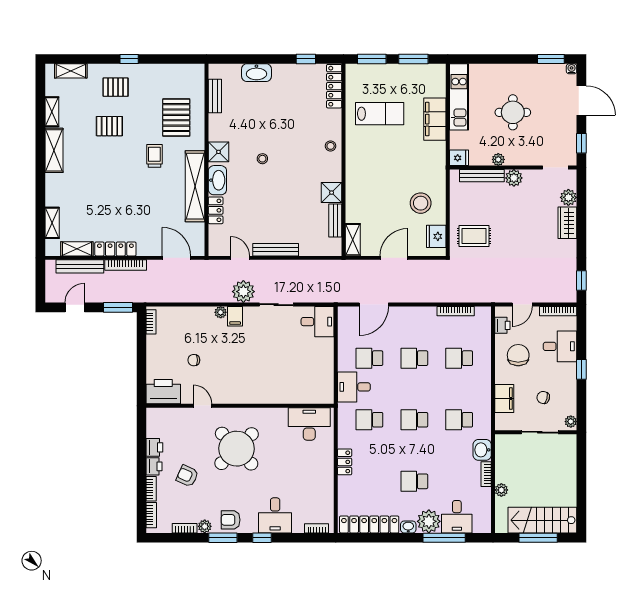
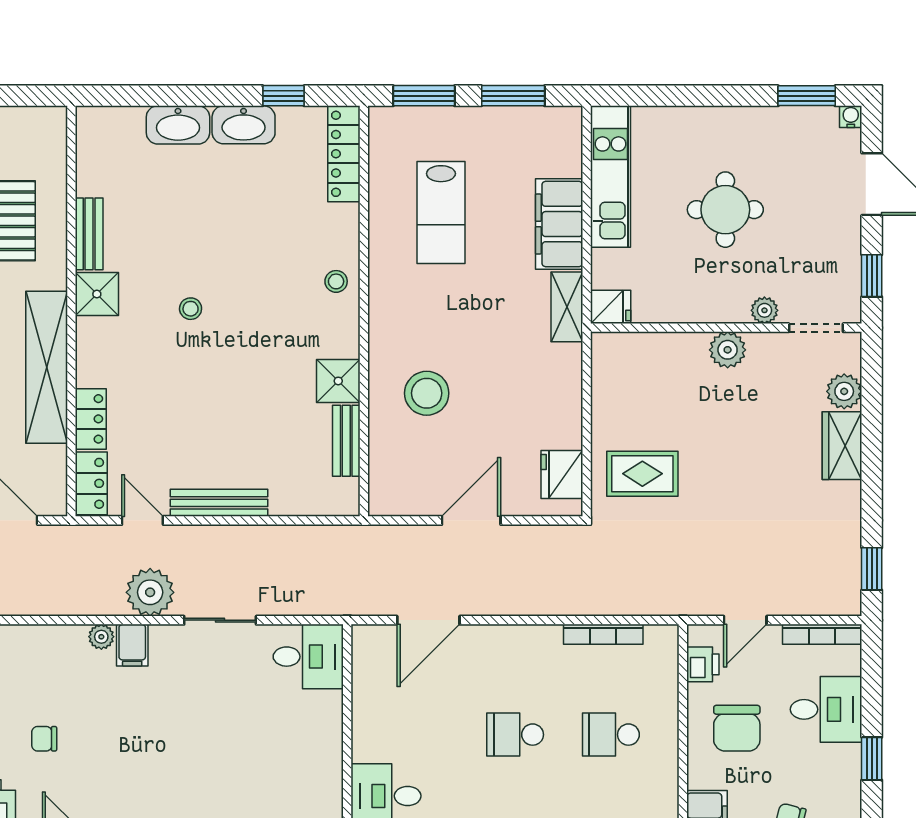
bench: (215, 96) -> (89, 234), moved
lab bench: (380, 114) -> (441, 212), turned 90
plant: (498, 159) -> (764, 310), moved
bench: (482, 176) -> (659, 345), removed
washbasin: (217, 180) -> (244, 125), moved, turned 90
stool: (421, 203) -> (427, 393), moved
shelving: (353, 240) -> (567, 307), moved
locker: (216, 241) -> (91, 483), added
chair: (518, 355) -> (737, 728), turned 180
school desk: (369, 358) -> (419, 735), removed

